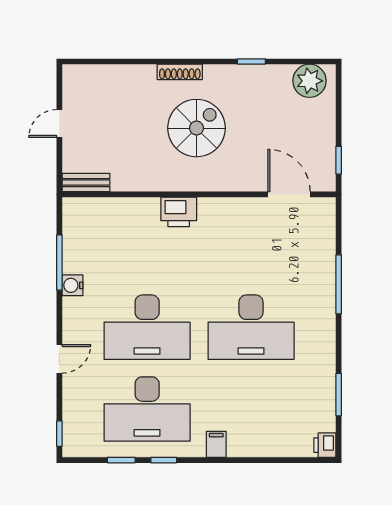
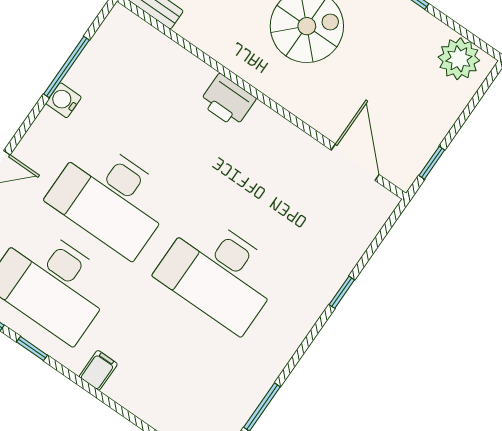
window: (339, 284) -> (342, 292), width x0.46

